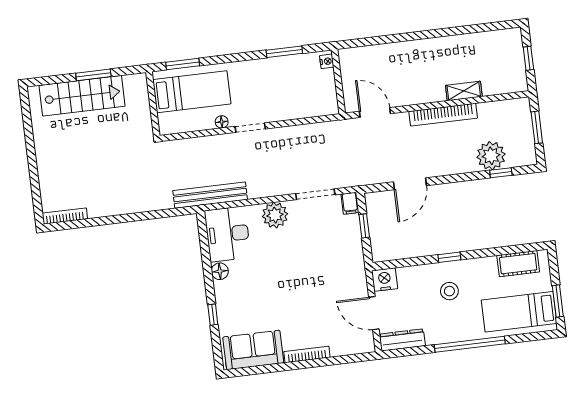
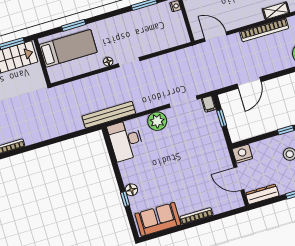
bed: (192, 92) -> (68, 48), moved
wall: (153, 104) -> (42, 62), moved
floor lamp: (220, 271) -> (131, 190), moved

